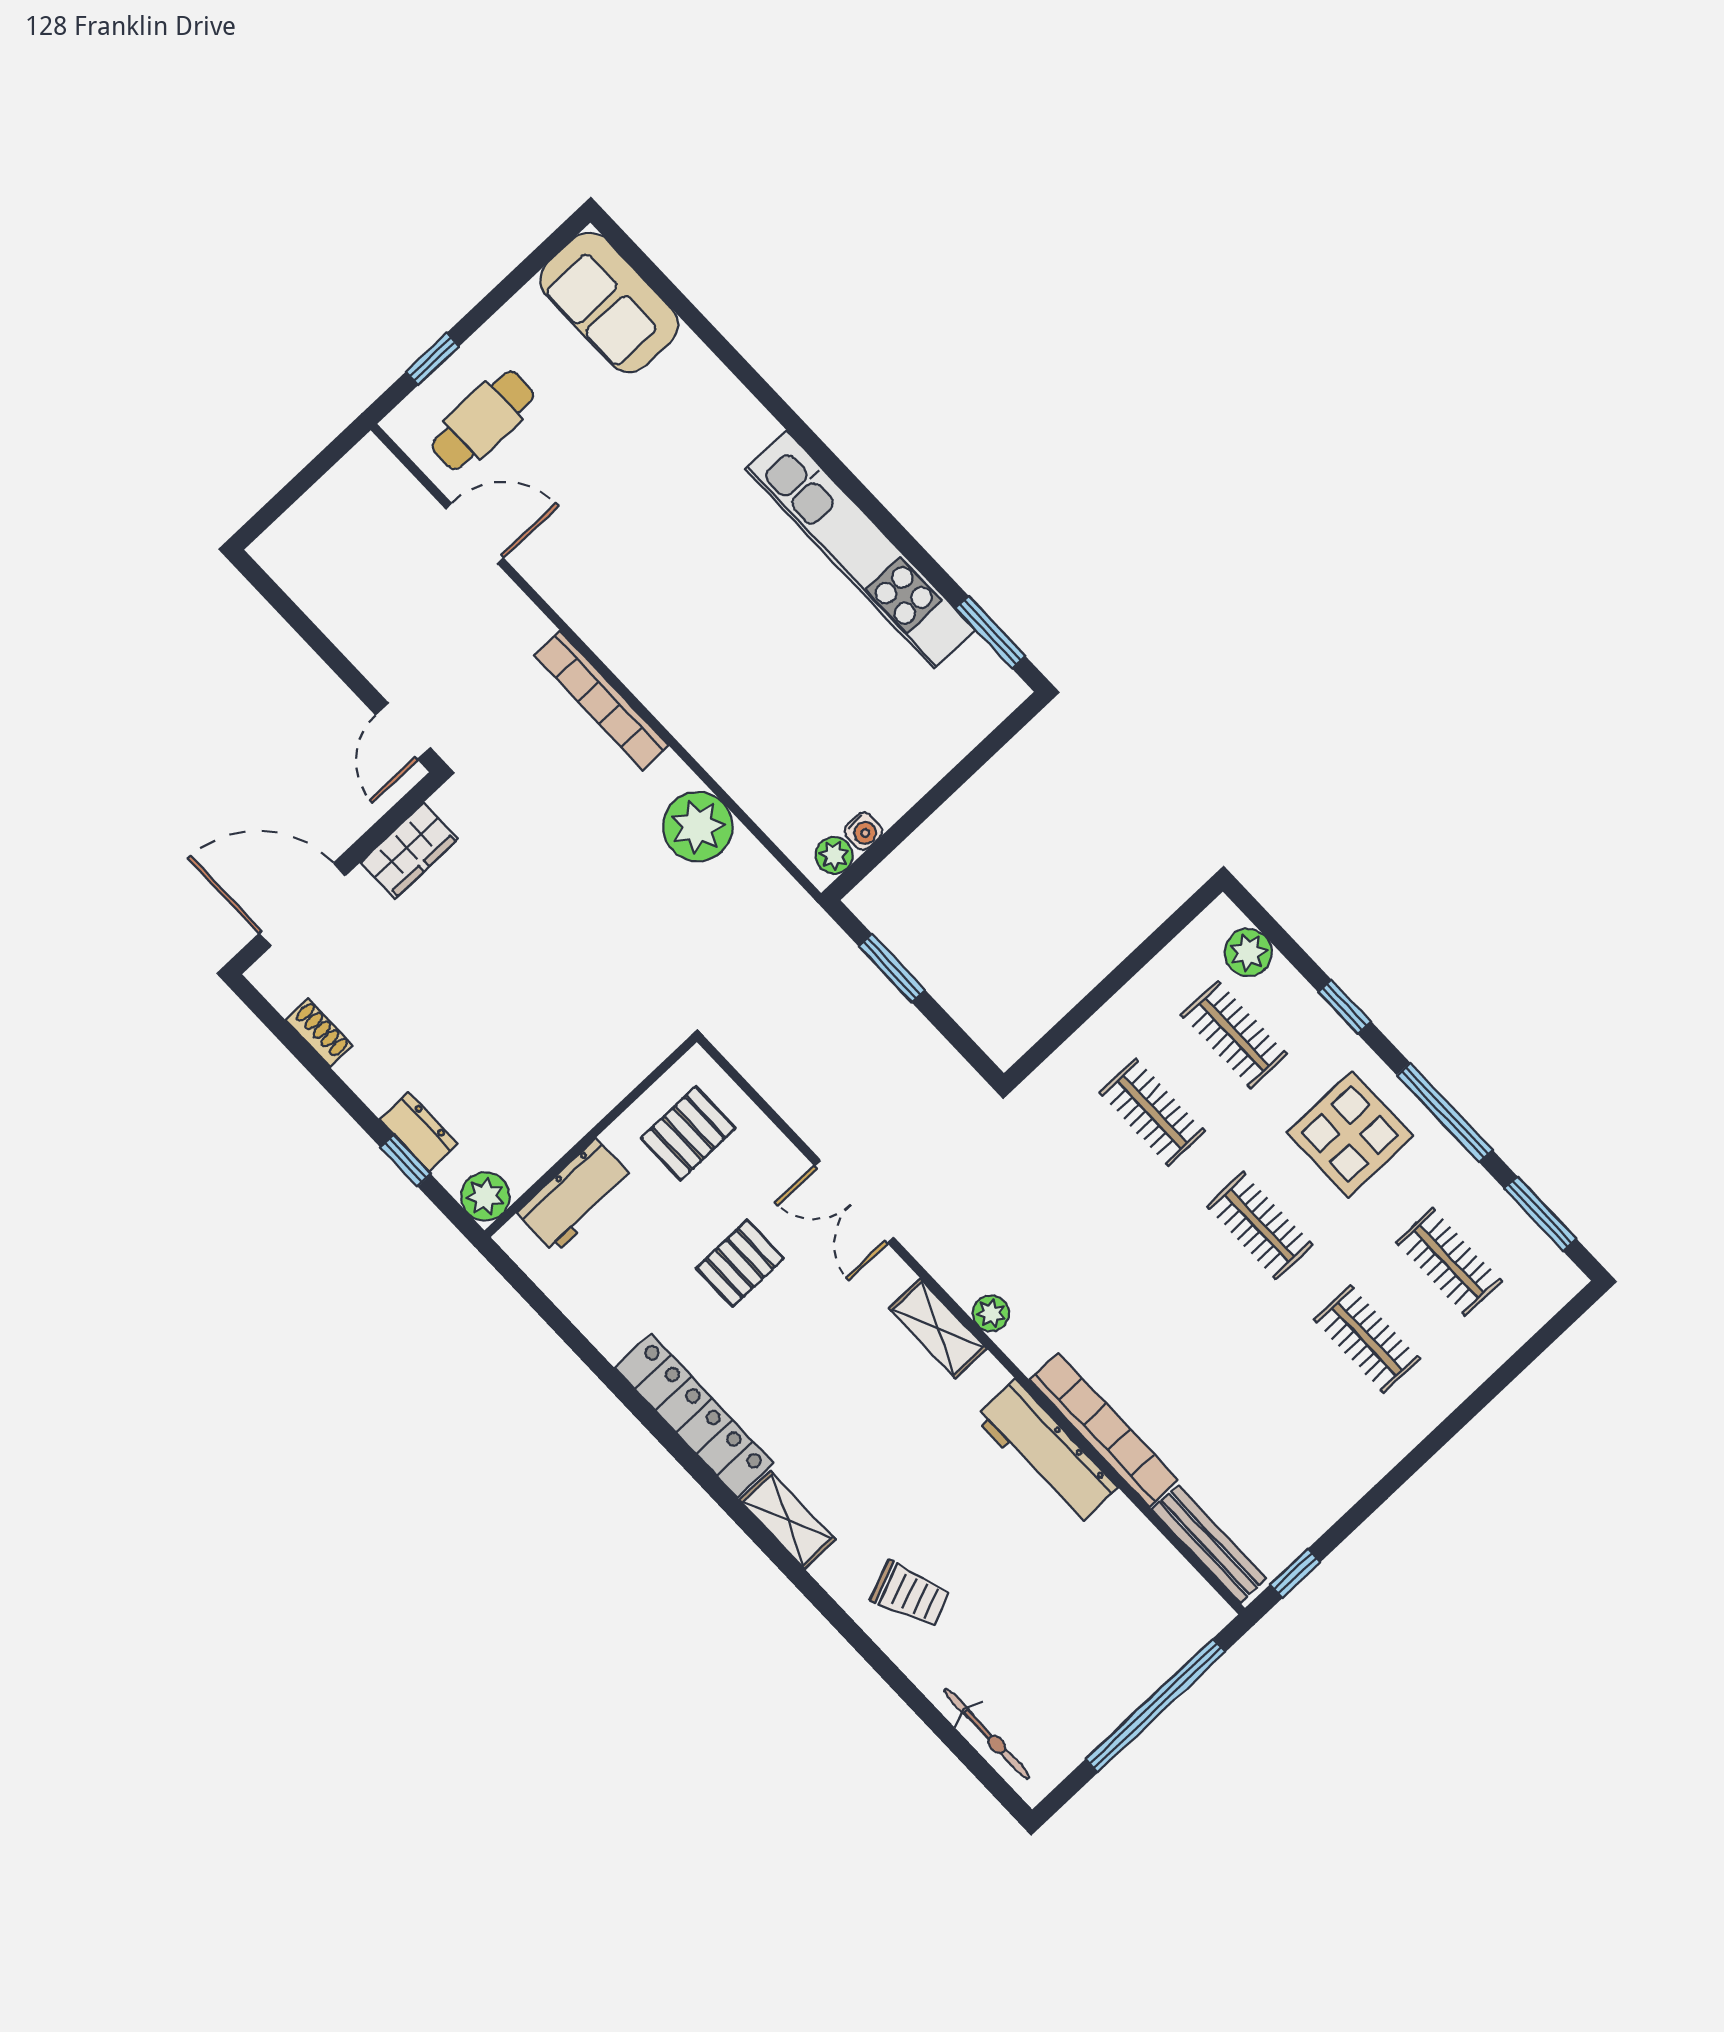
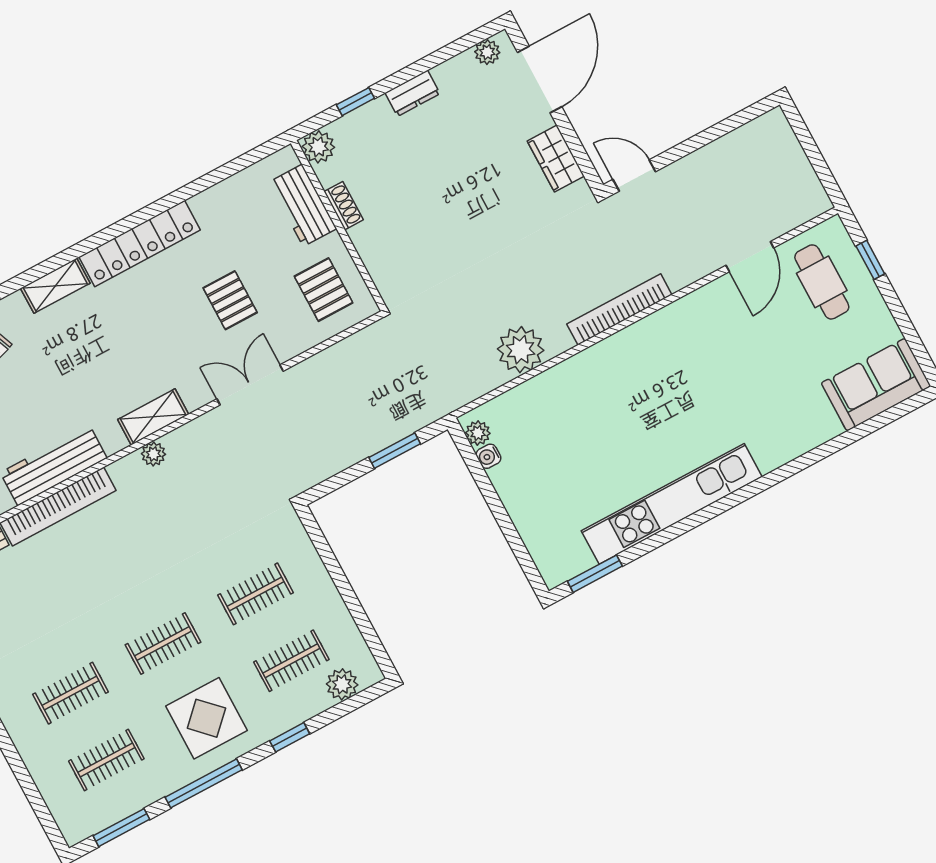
plant: (283, 991) -> (487, 52), added
shoe rack: (319, 1033) -> (344, 206), moved, turned -90
dresser: (418, 1131) -> (412, 93), moved

